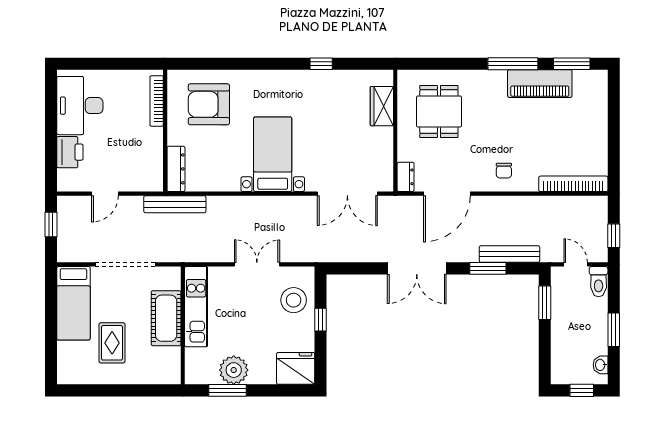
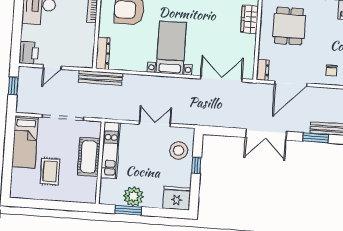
printer: (70, 152) -> (29, 53), moved
double door: (347, 194) -> (221, 79), swing flipped

